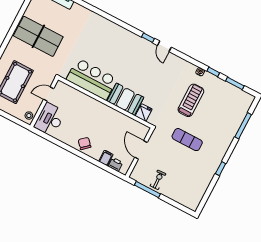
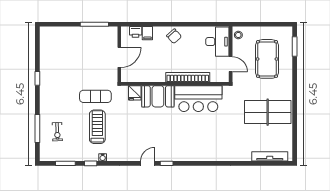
door: (164, 46) -> (148, 163), hinge flipped
door: (49, 94) -> (231, 64), hinge flipped
treadmill: (191, 100) -> (97, 127), turned 180
bookcase: (91, 102) -> (188, 77), added
exercise mat: (187, 140) -> (95, 96), moved
door: (141, 150) -> (119, 57), hinge flipped
exercise bike: (158, 180) -> (57, 132), moved

